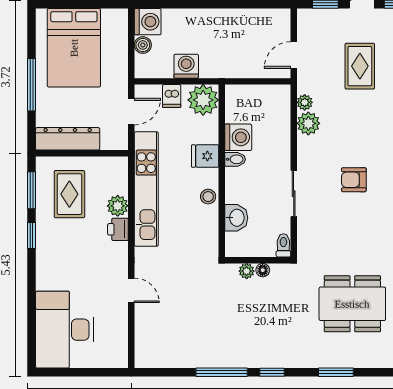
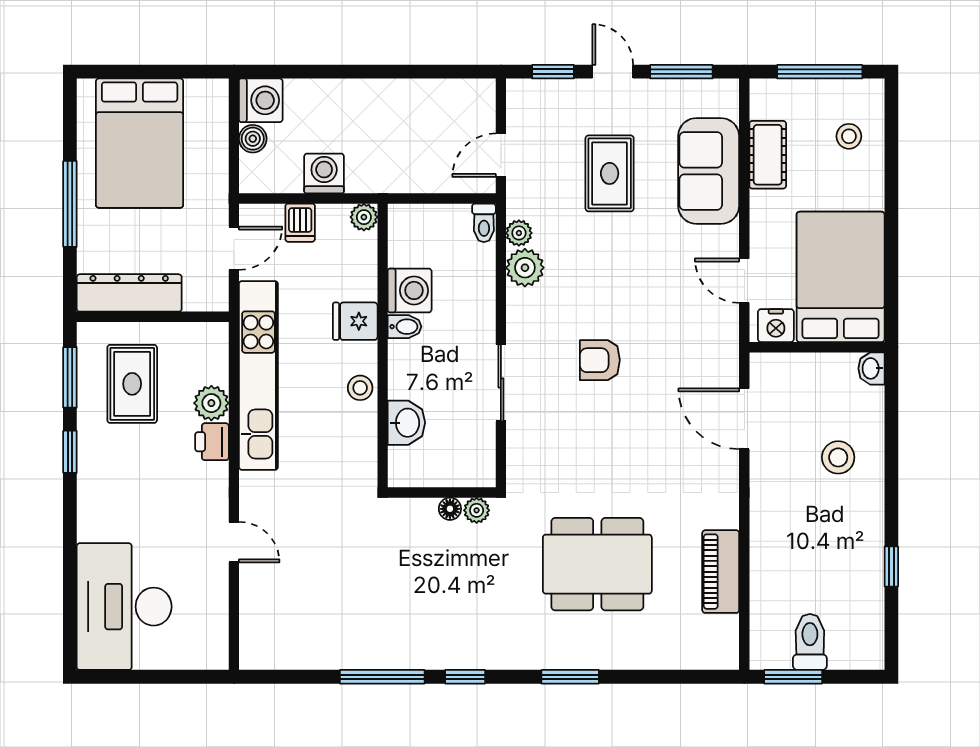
plant: (203, 100) -> (364, 217), width x0.53, depth x0.53
toilet: (283, 245) -> (484, 223), moved, turned 180
plant: (247, 271) -> (477, 510), moved

